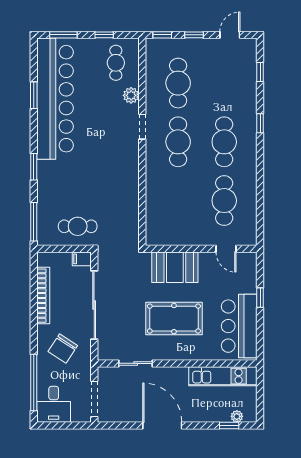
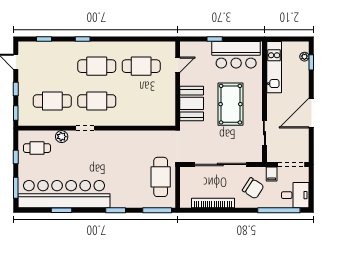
cafe table: (78, 226) -> (161, 177), width x1.37, depth x1.35
filing cabinet: (82, 259) -> (272, 174), moved

